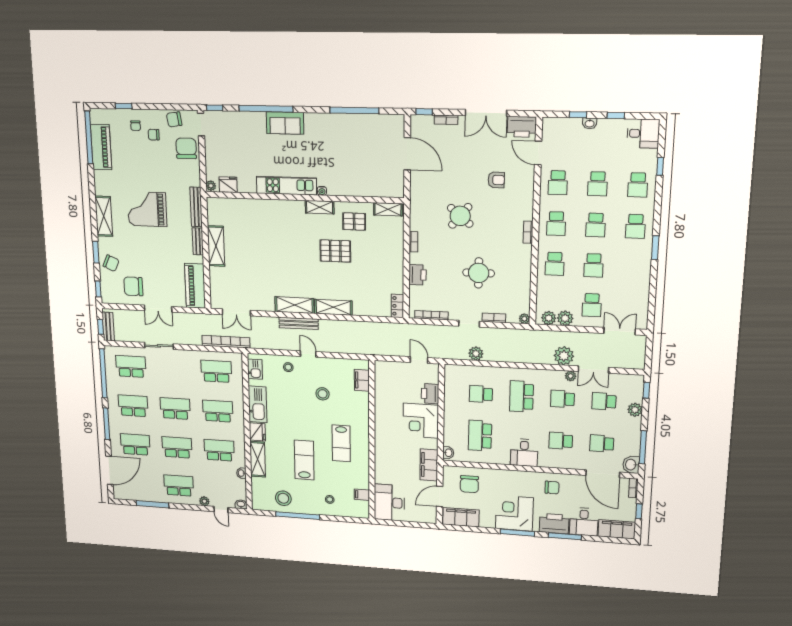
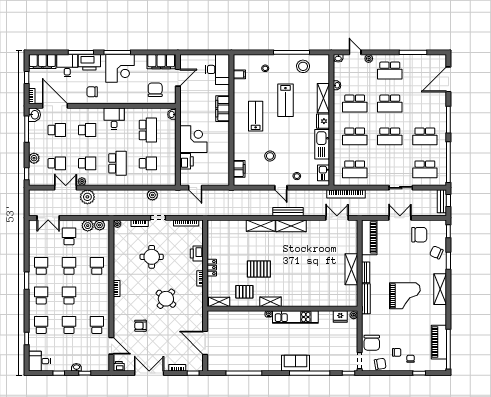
printer: (522, 127) -> (119, 366), width x0.53, depth x0.68
school desk: (556, 224) -> (41, 266), moved
locker: (397, 306) -> (212, 268), moved
school desk: (135, 444) -> (425, 103), removed
filing cabinet: (429, 465) -> (223, 109), moved, turned 180

